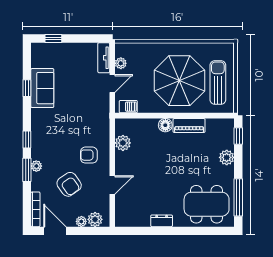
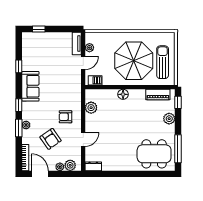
sofa: (42, 88) -> (30, 86), moved
piano: (189, 126) -> (158, 95), moved
dresser: (162, 221) -> (93, 166), moved

